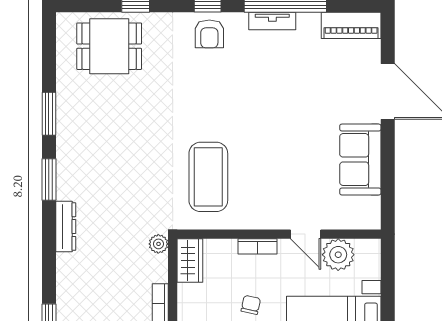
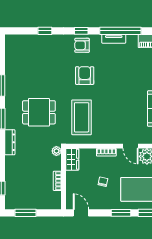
armchair: (209, 34) -> (82, 45), turned 90
dining table: (109, 46) -> (39, 112), moved
armchair: (214, 94) -> (85, 76), added

